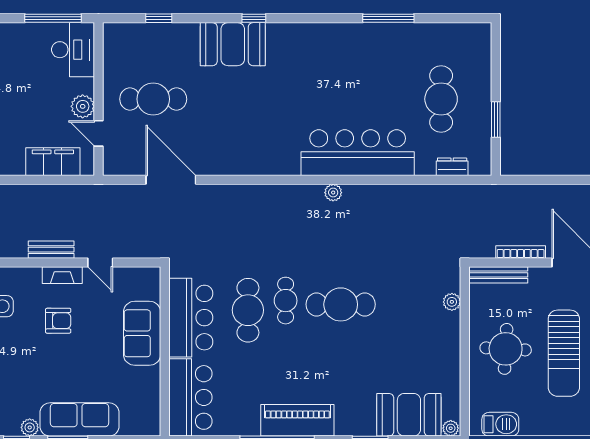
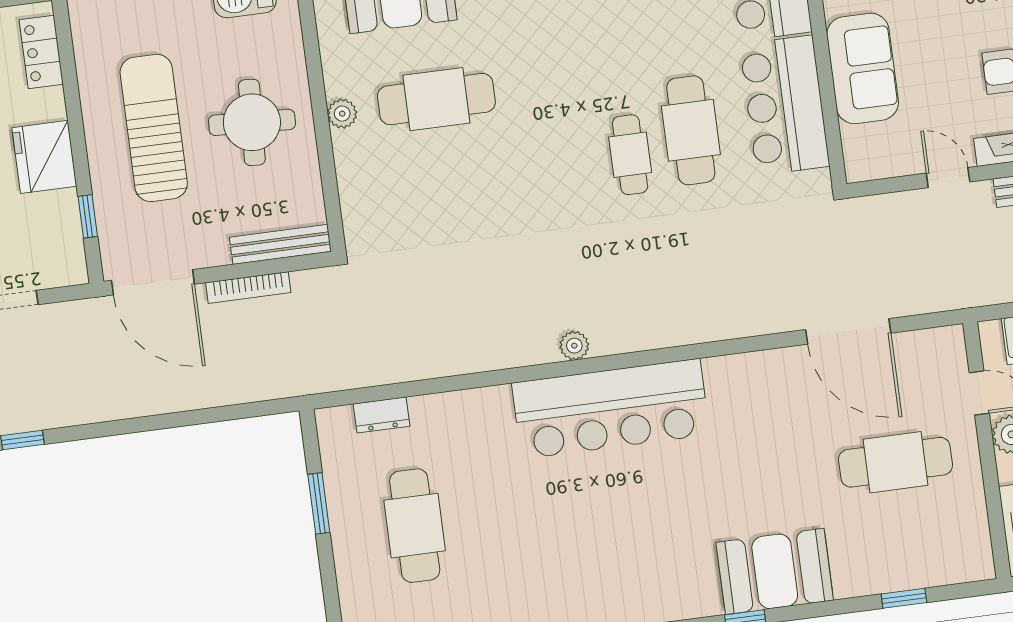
bar counter: (358, 153) -> (611, 409), moved
plant: (452, 302) -> (342, 114), moved
cafe table: (341, 304) -> (436, 99), moved

